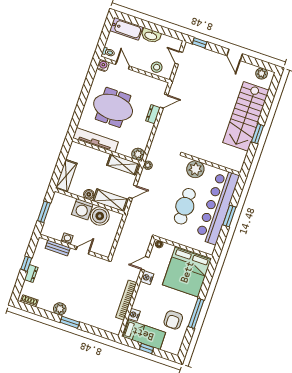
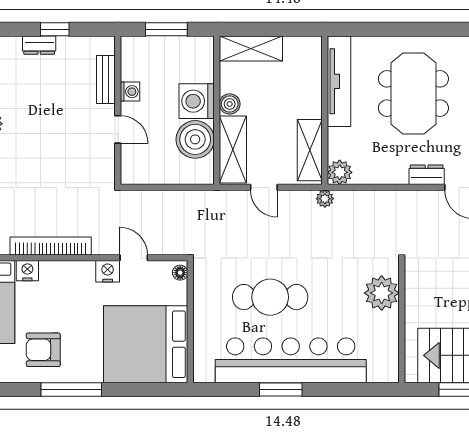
wall: (212, 164) -> (402, 322), moved
plant: (195, 169) -> (382, 293), moved

